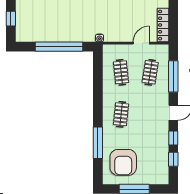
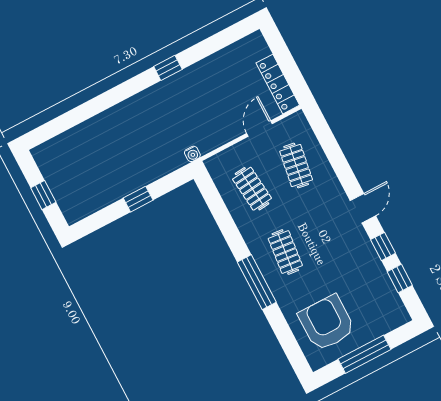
window: (59, 47) -> (138, 199), width x0.32
window: (173, 76) -> (334, 153), removed
window: (98, 143) -> (257, 282), moved
armchair: (123, 162) -> (327, 323), turned 180

